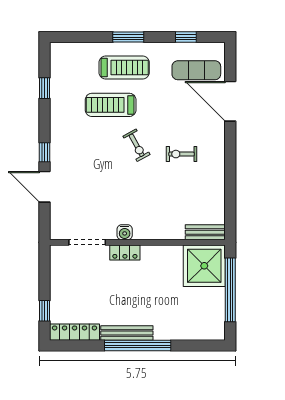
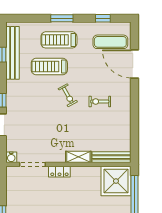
treadmill: (124, 68) -> (59, 40), turned 180
bench: (59, 86) -> (12, 53), added
water cooler: (125, 232) -> (11, 157), moved
shelving: (152, 232) -> (78, 157), added
bench: (205, 232) -> (112, 157), width x1.36

